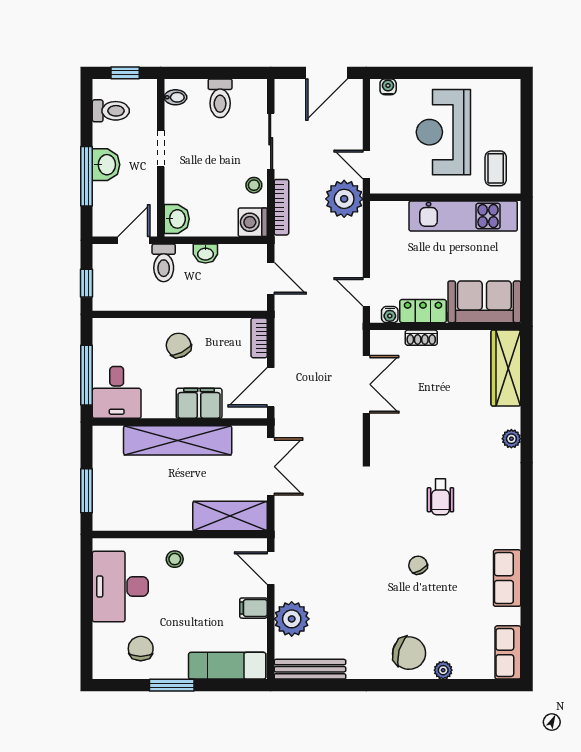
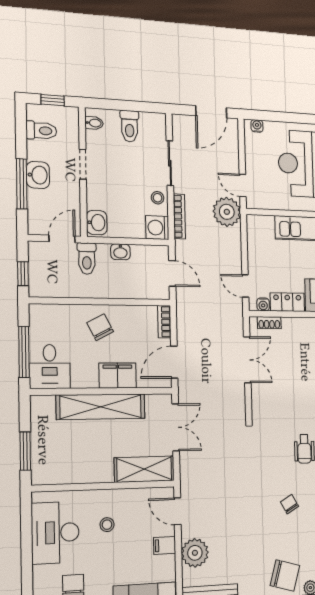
shoe rack: (421, 338) -> (269, 323), moved
stool: (175, 559) -> (107, 525), moved

